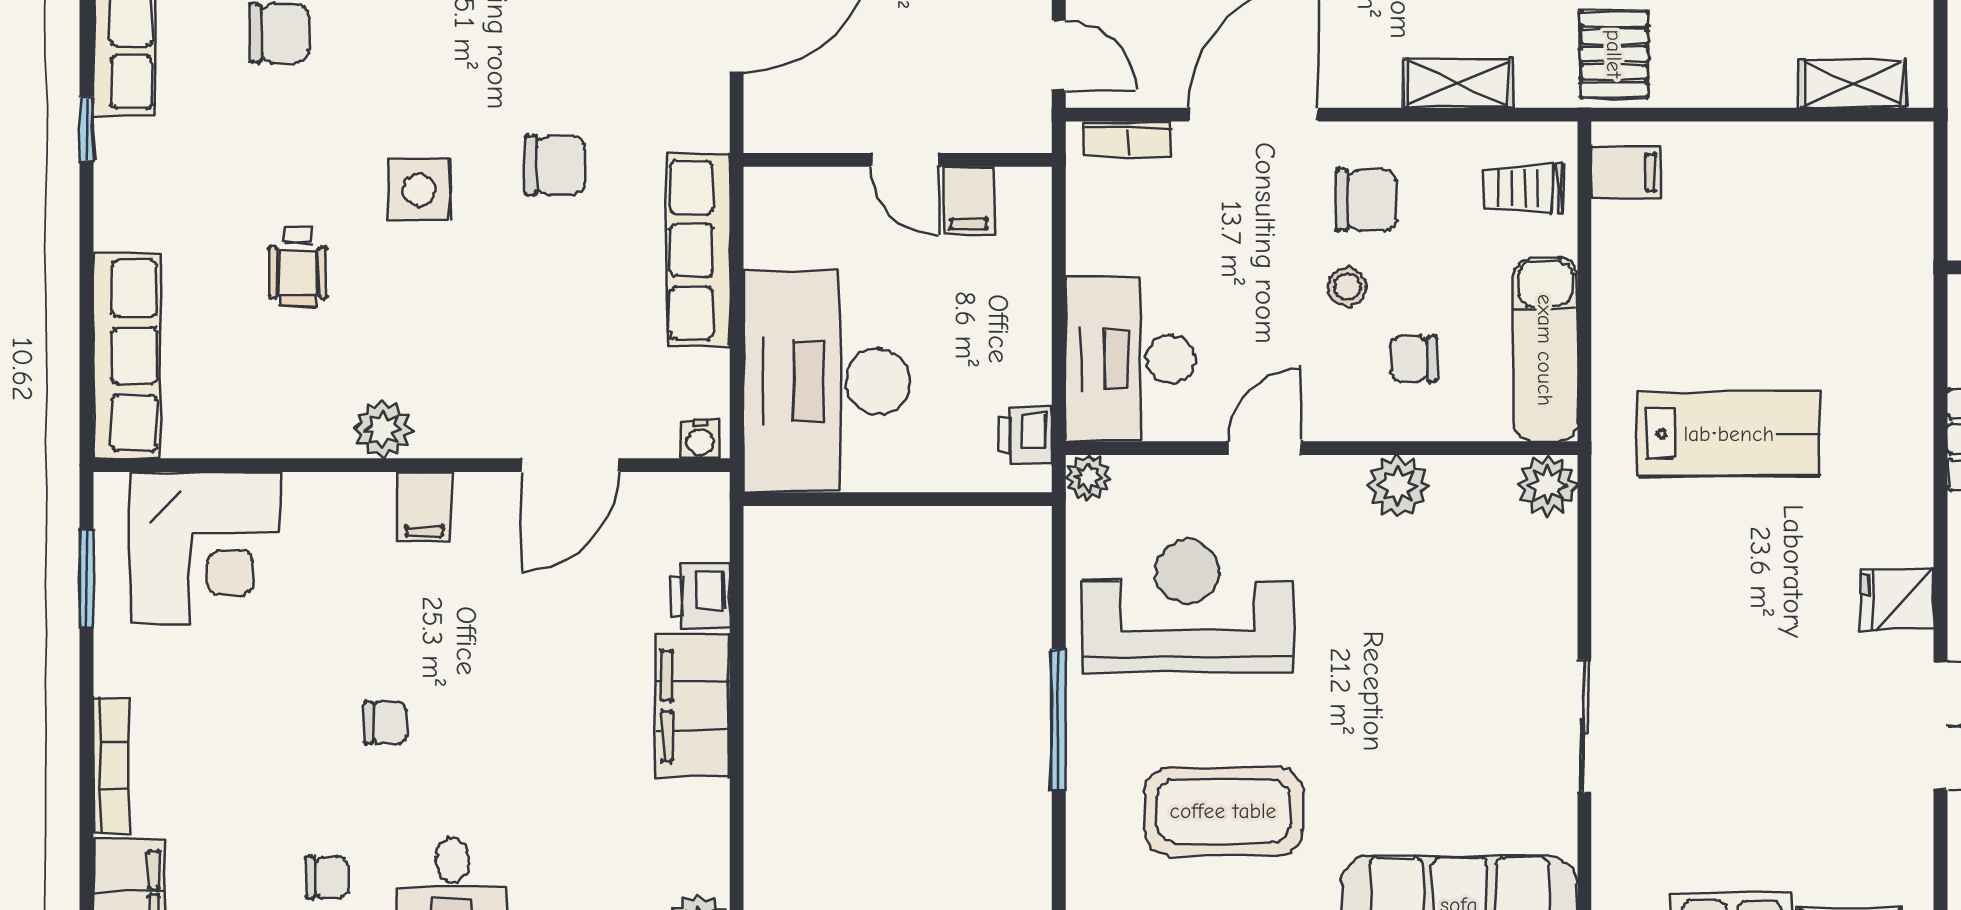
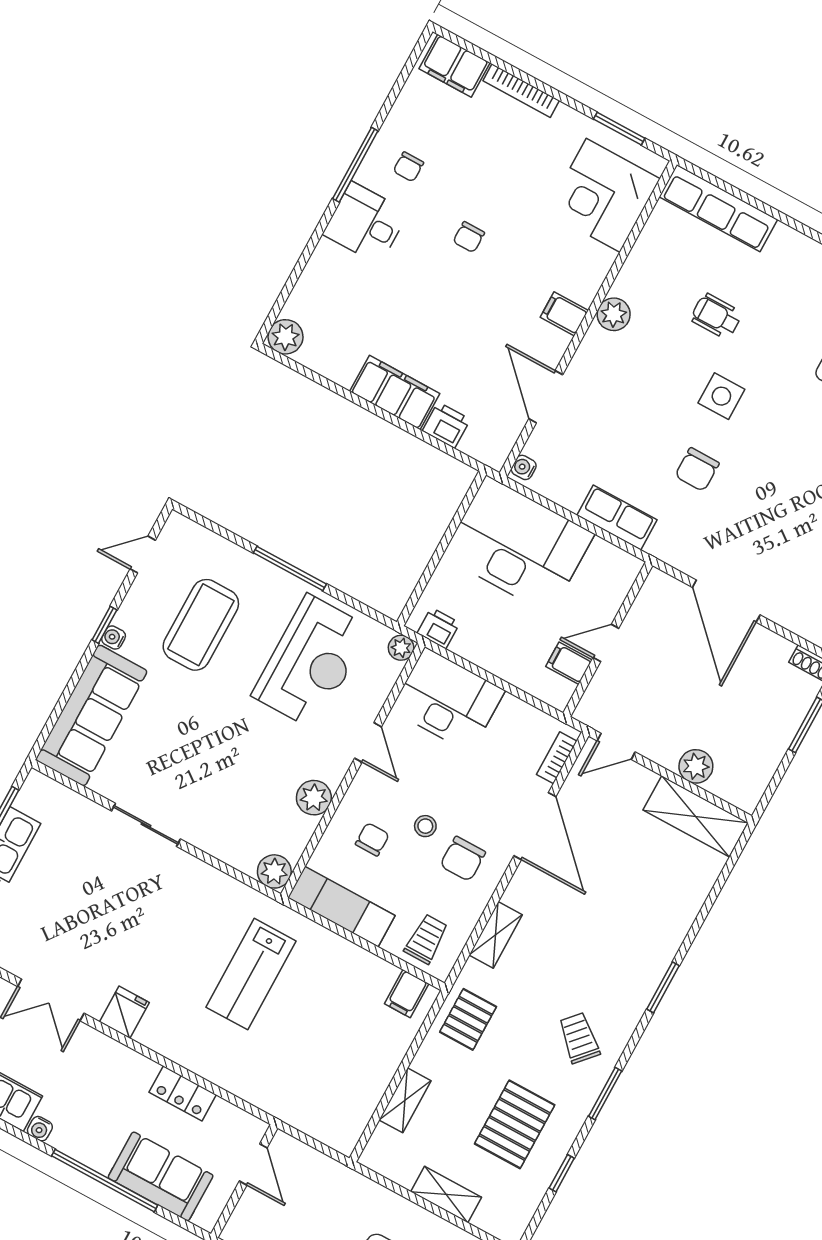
pallet: (1614, 54) -> (468, 1019), turned 90
shelving: (1852, 84) -> (405, 1100), moved
row of seats: (699, 250) -> (617, 517), width x0.68

